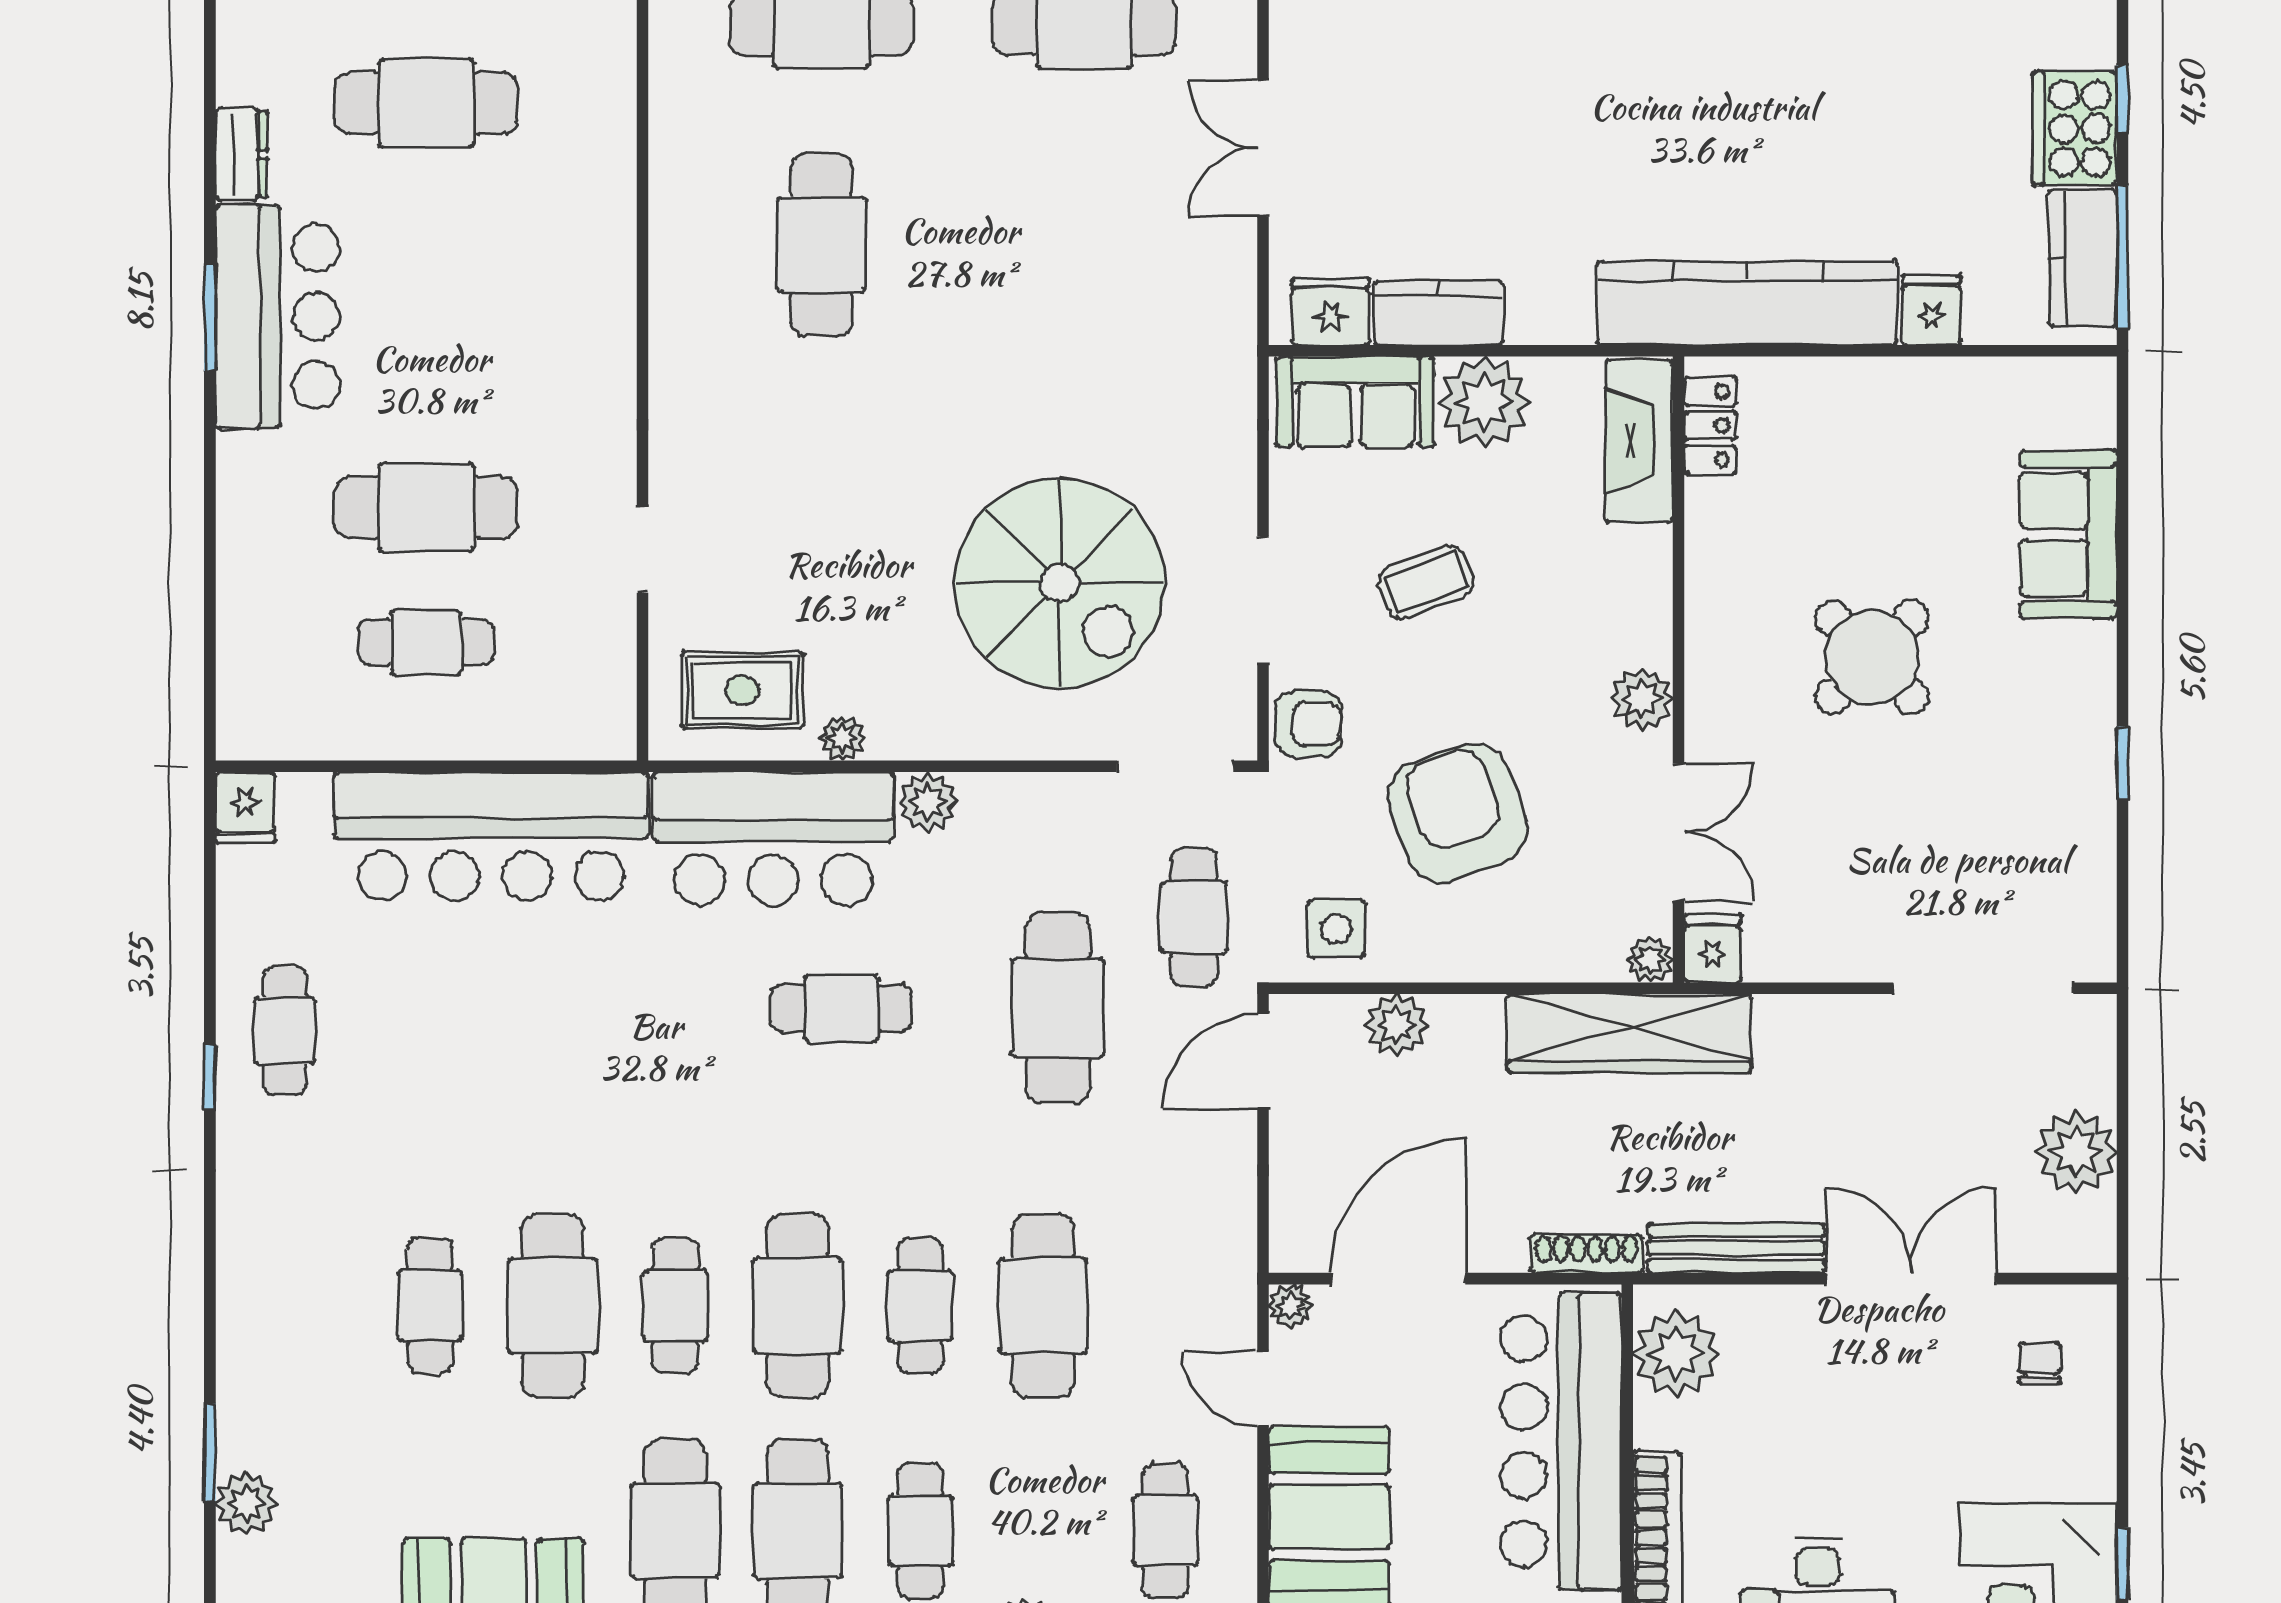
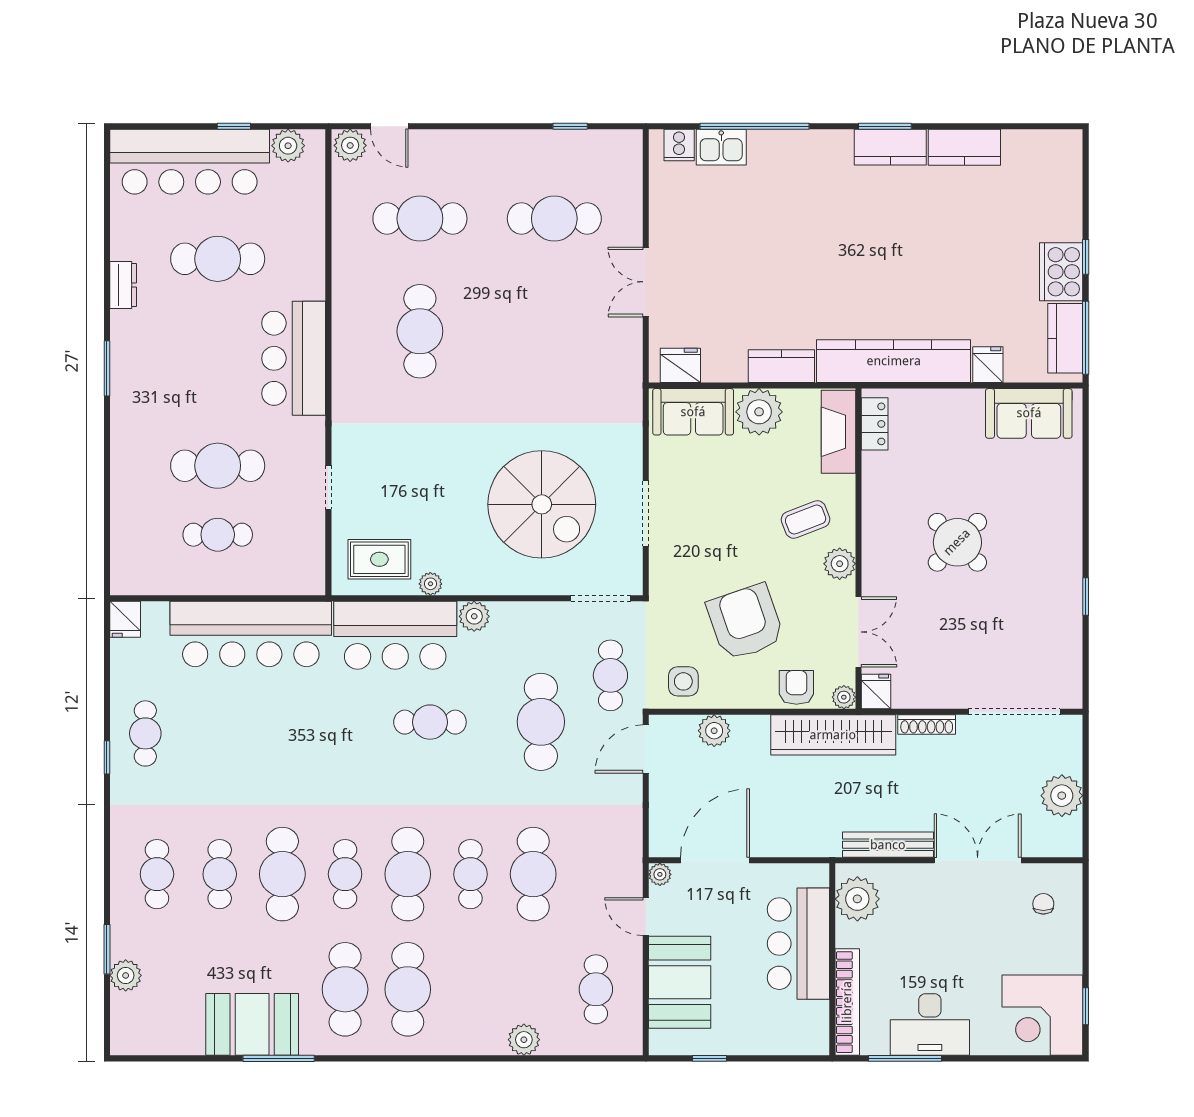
kitchen counter: (1439, 313) -> (781, 366), moved
bar counter: (278, 317) -> (294, 358), moved, turned 180
sofa: (2068, 534) -> (1029, 413), moved, turned -90
coffee table: (1426, 582) -> (806, 519), moved
armchair: (1308, 724) -> (796, 687), moved, turned -90
shoe rack: (1587, 1254) -> (927, 724), moved, turned 180
bar counter: (1561, 1441) -> (798, 944), width x0.73
cafe table: (920, 1531) -> (157, 874), moved

